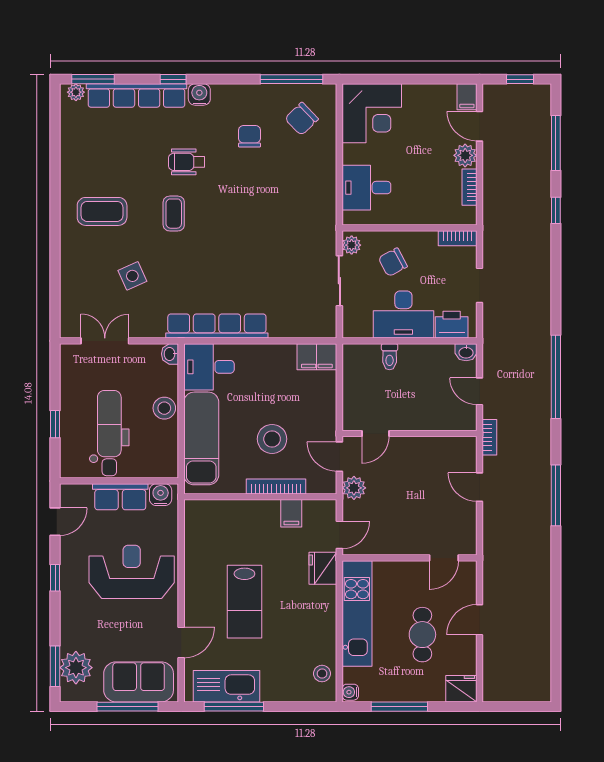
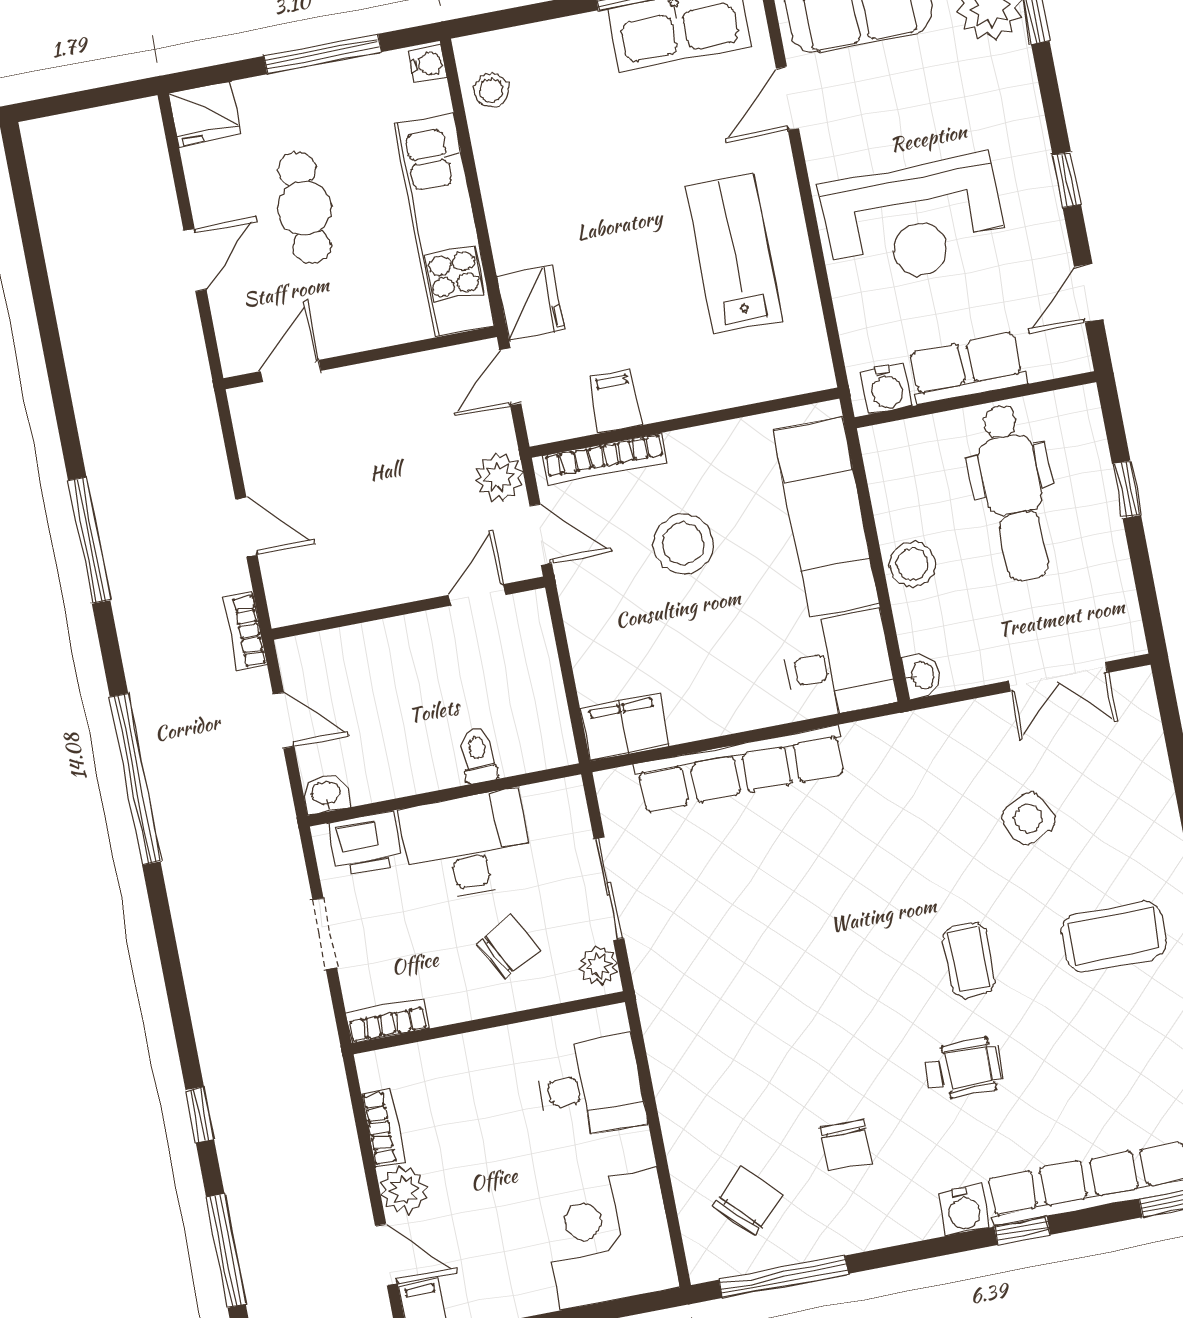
row of seats: (217, 326) -> (740, 769), moved
bookcase: (276, 486) -> (605, 460), moved
lab bench: (244, 602) -> (734, 254), moved

